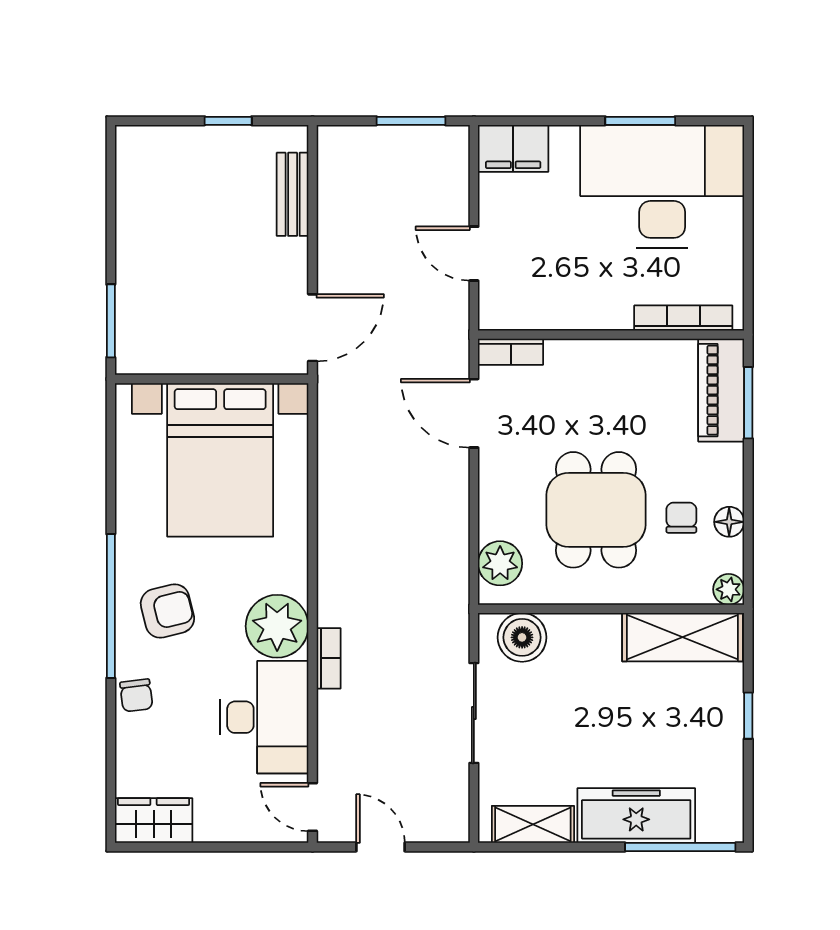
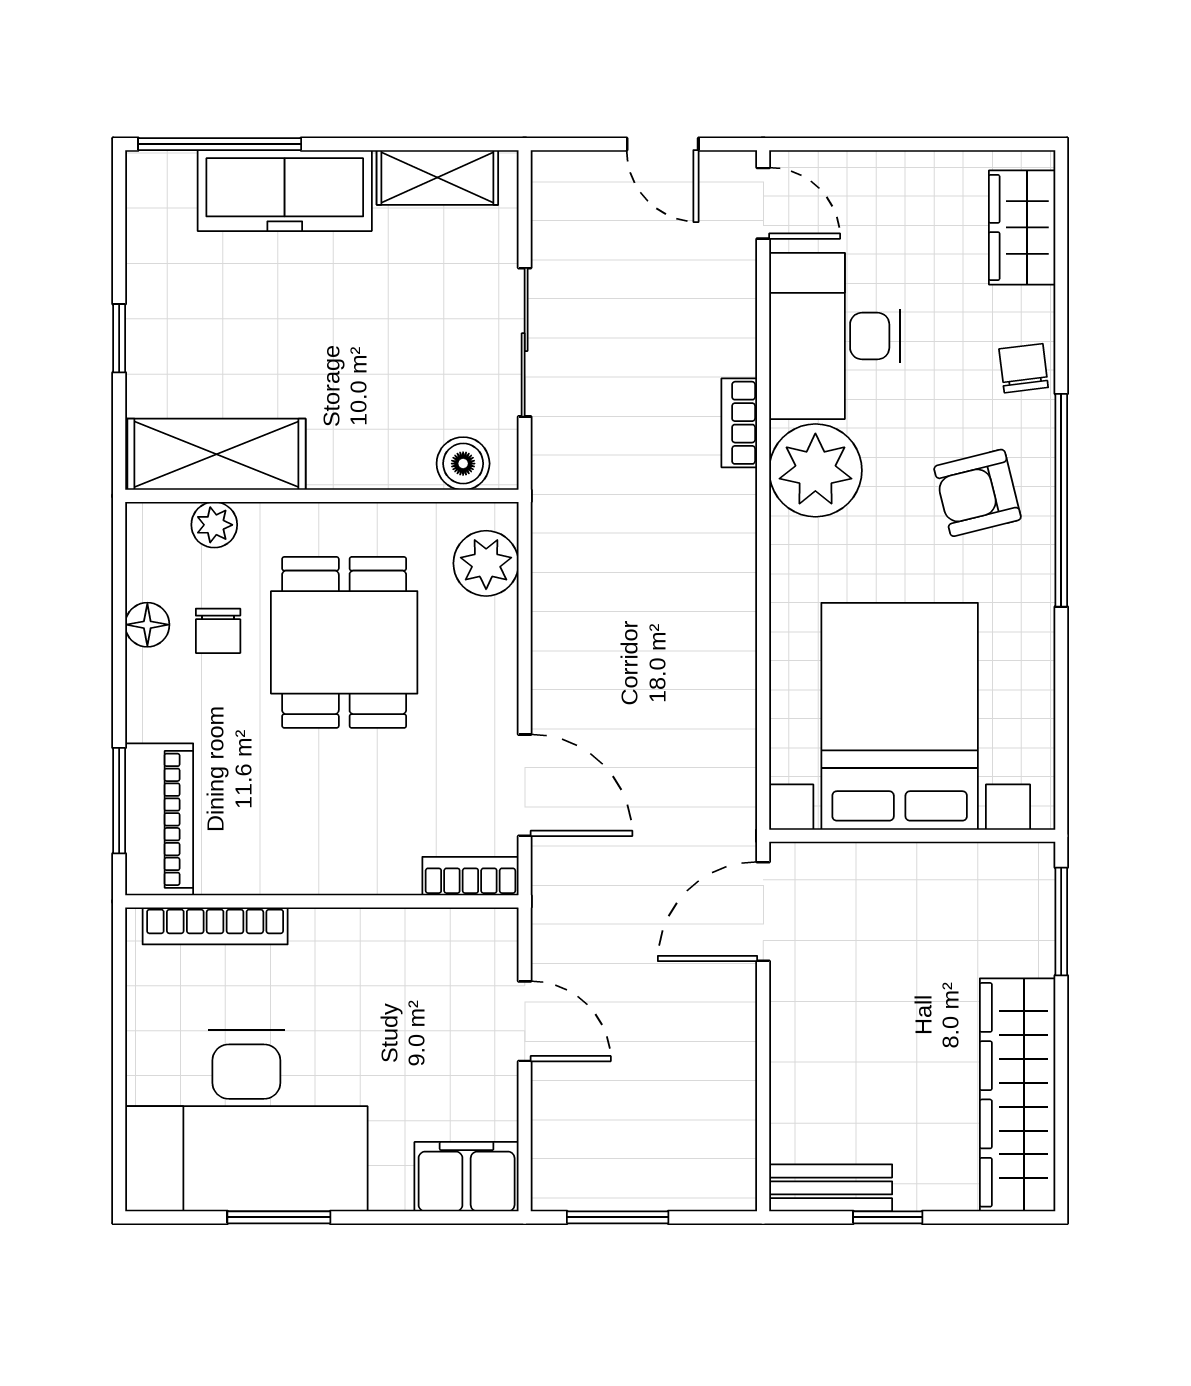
bench: (293, 194) -> (831, 1188), moved, turned 90
wardrobe: (140, 204) -> (1018, 1095), added
plant: (729, 589) -> (214, 525), moved
boiler: (522, 637) -> (463, 464), width x0.73, depth x0.73
wardrobe: (154, 820) -> (1022, 227), moved, turned 90

